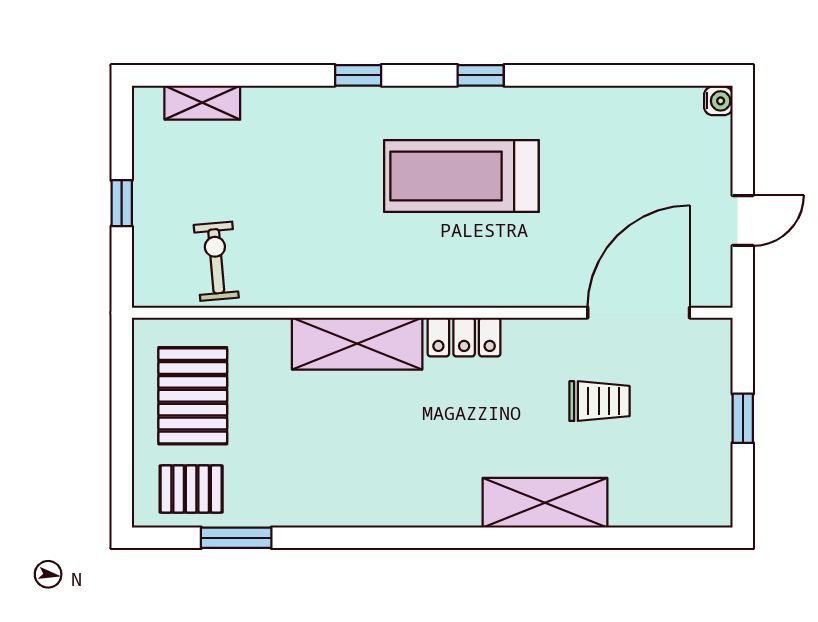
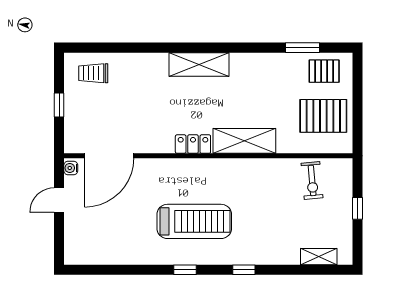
water cooler: (718, 101) -> (71, 168), moved
pallet: (193, 396) -> (323, 116), turned 90
trolley: (599, 401) -> (93, 73), moved
shelving: (545, 503) -> (199, 64), moved

